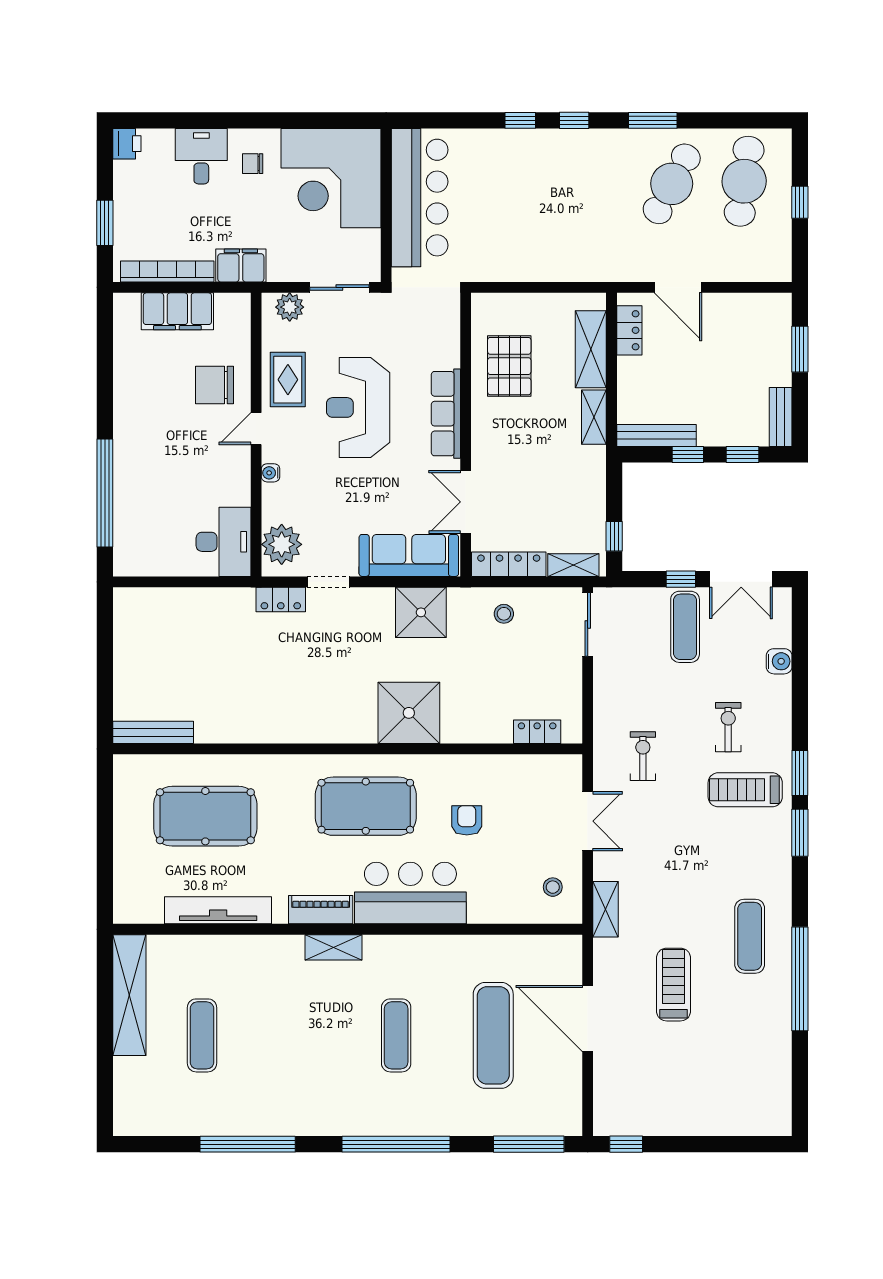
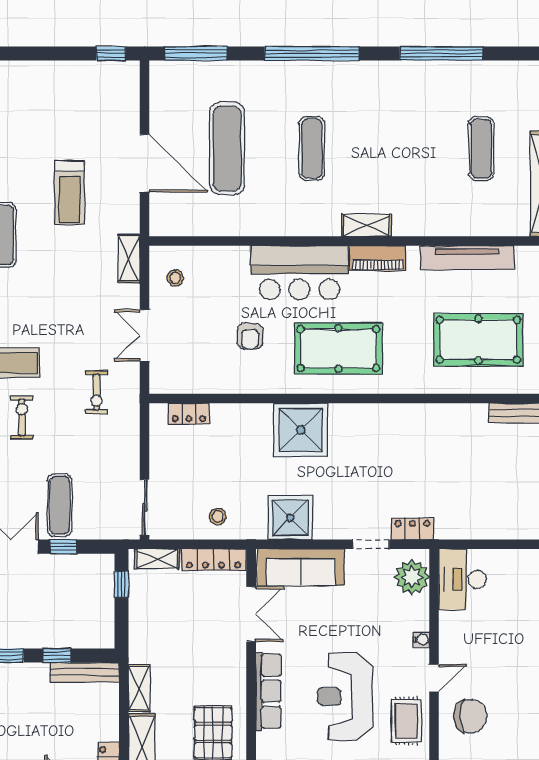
reception desk: (358, 407) -> (345, 697), turned 180
exercise bike: (728, 727) -> (22, 418), turned 180

